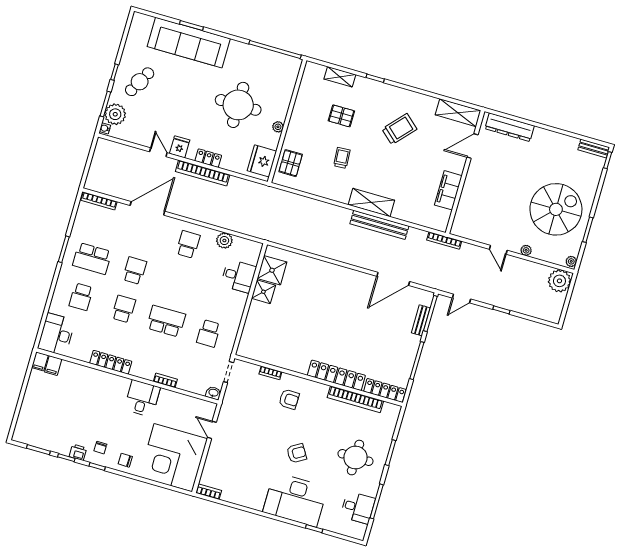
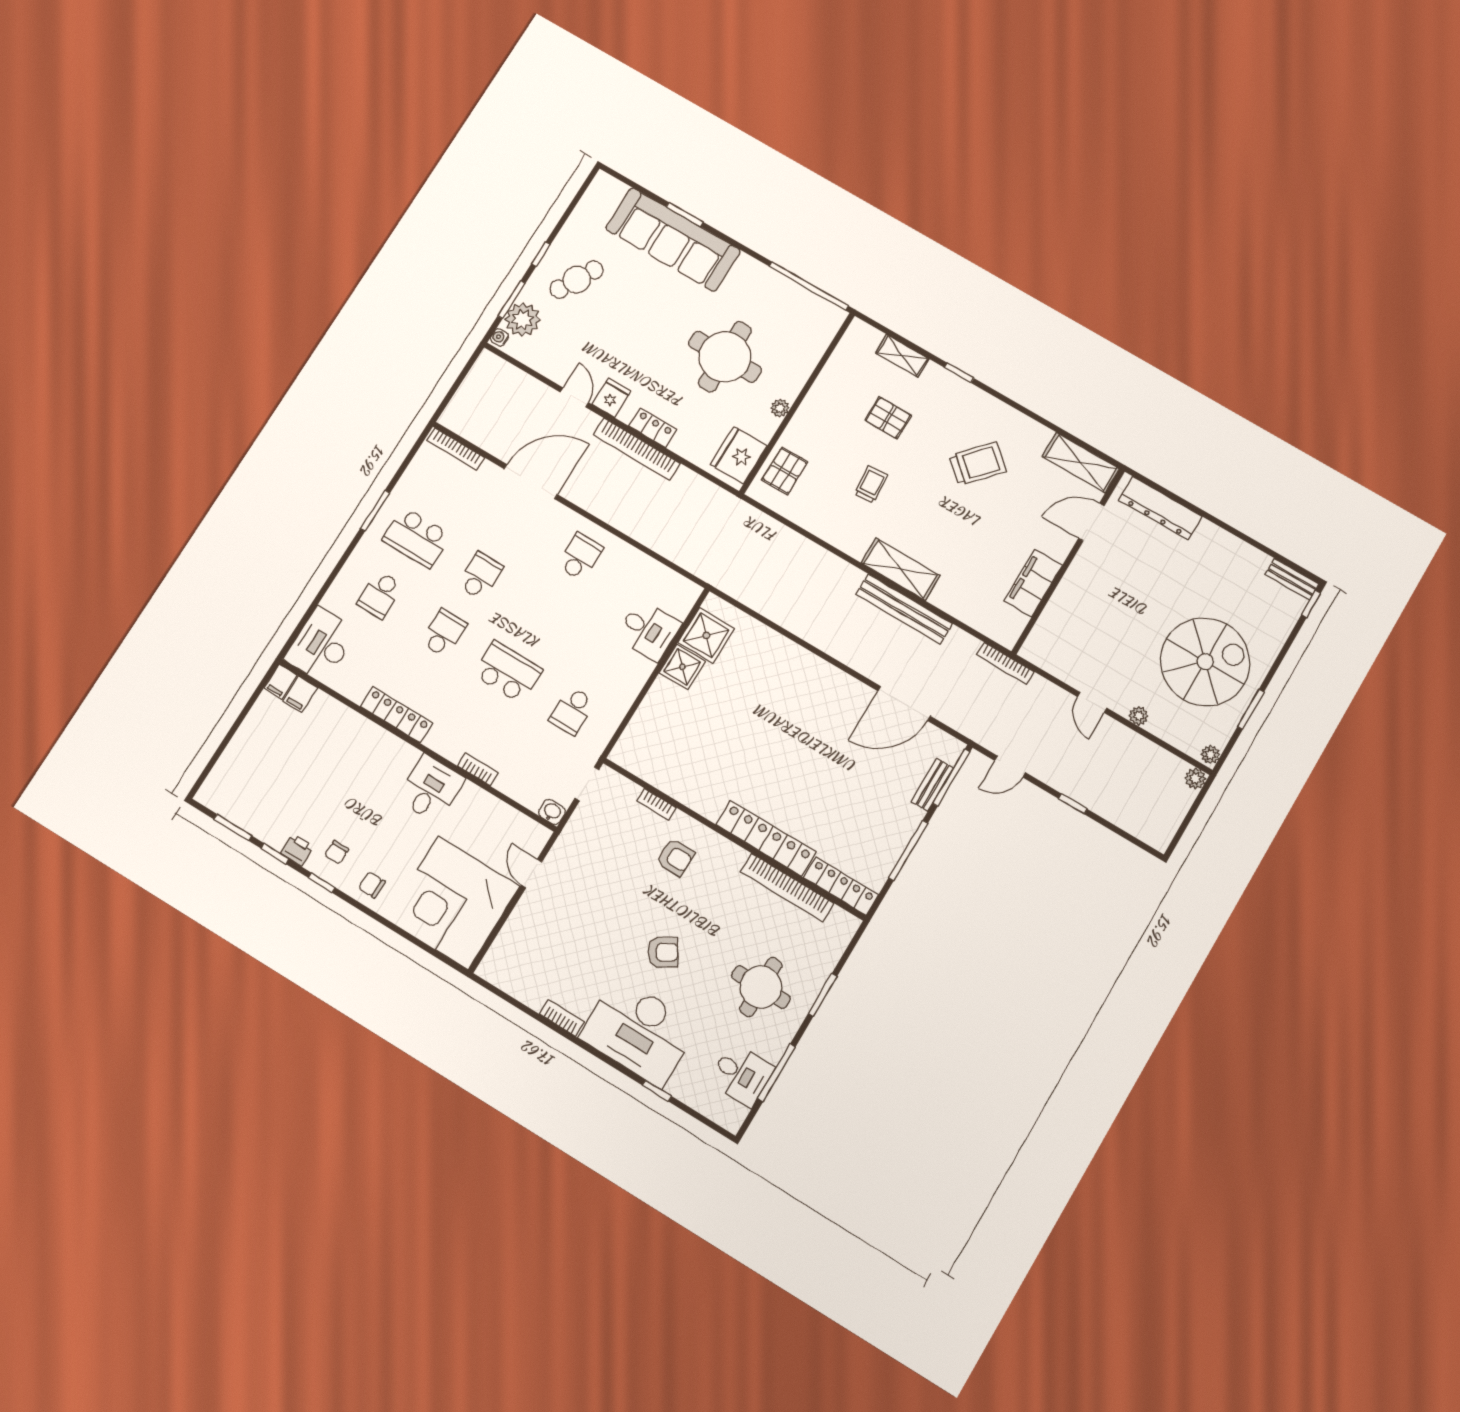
plant: (224, 241) -> (641, 566), removed
plant: (559, 281) -> (1195, 779), width x0.53, depth x0.53
bookcase: (209, 492) -> (562, 1018), moved

